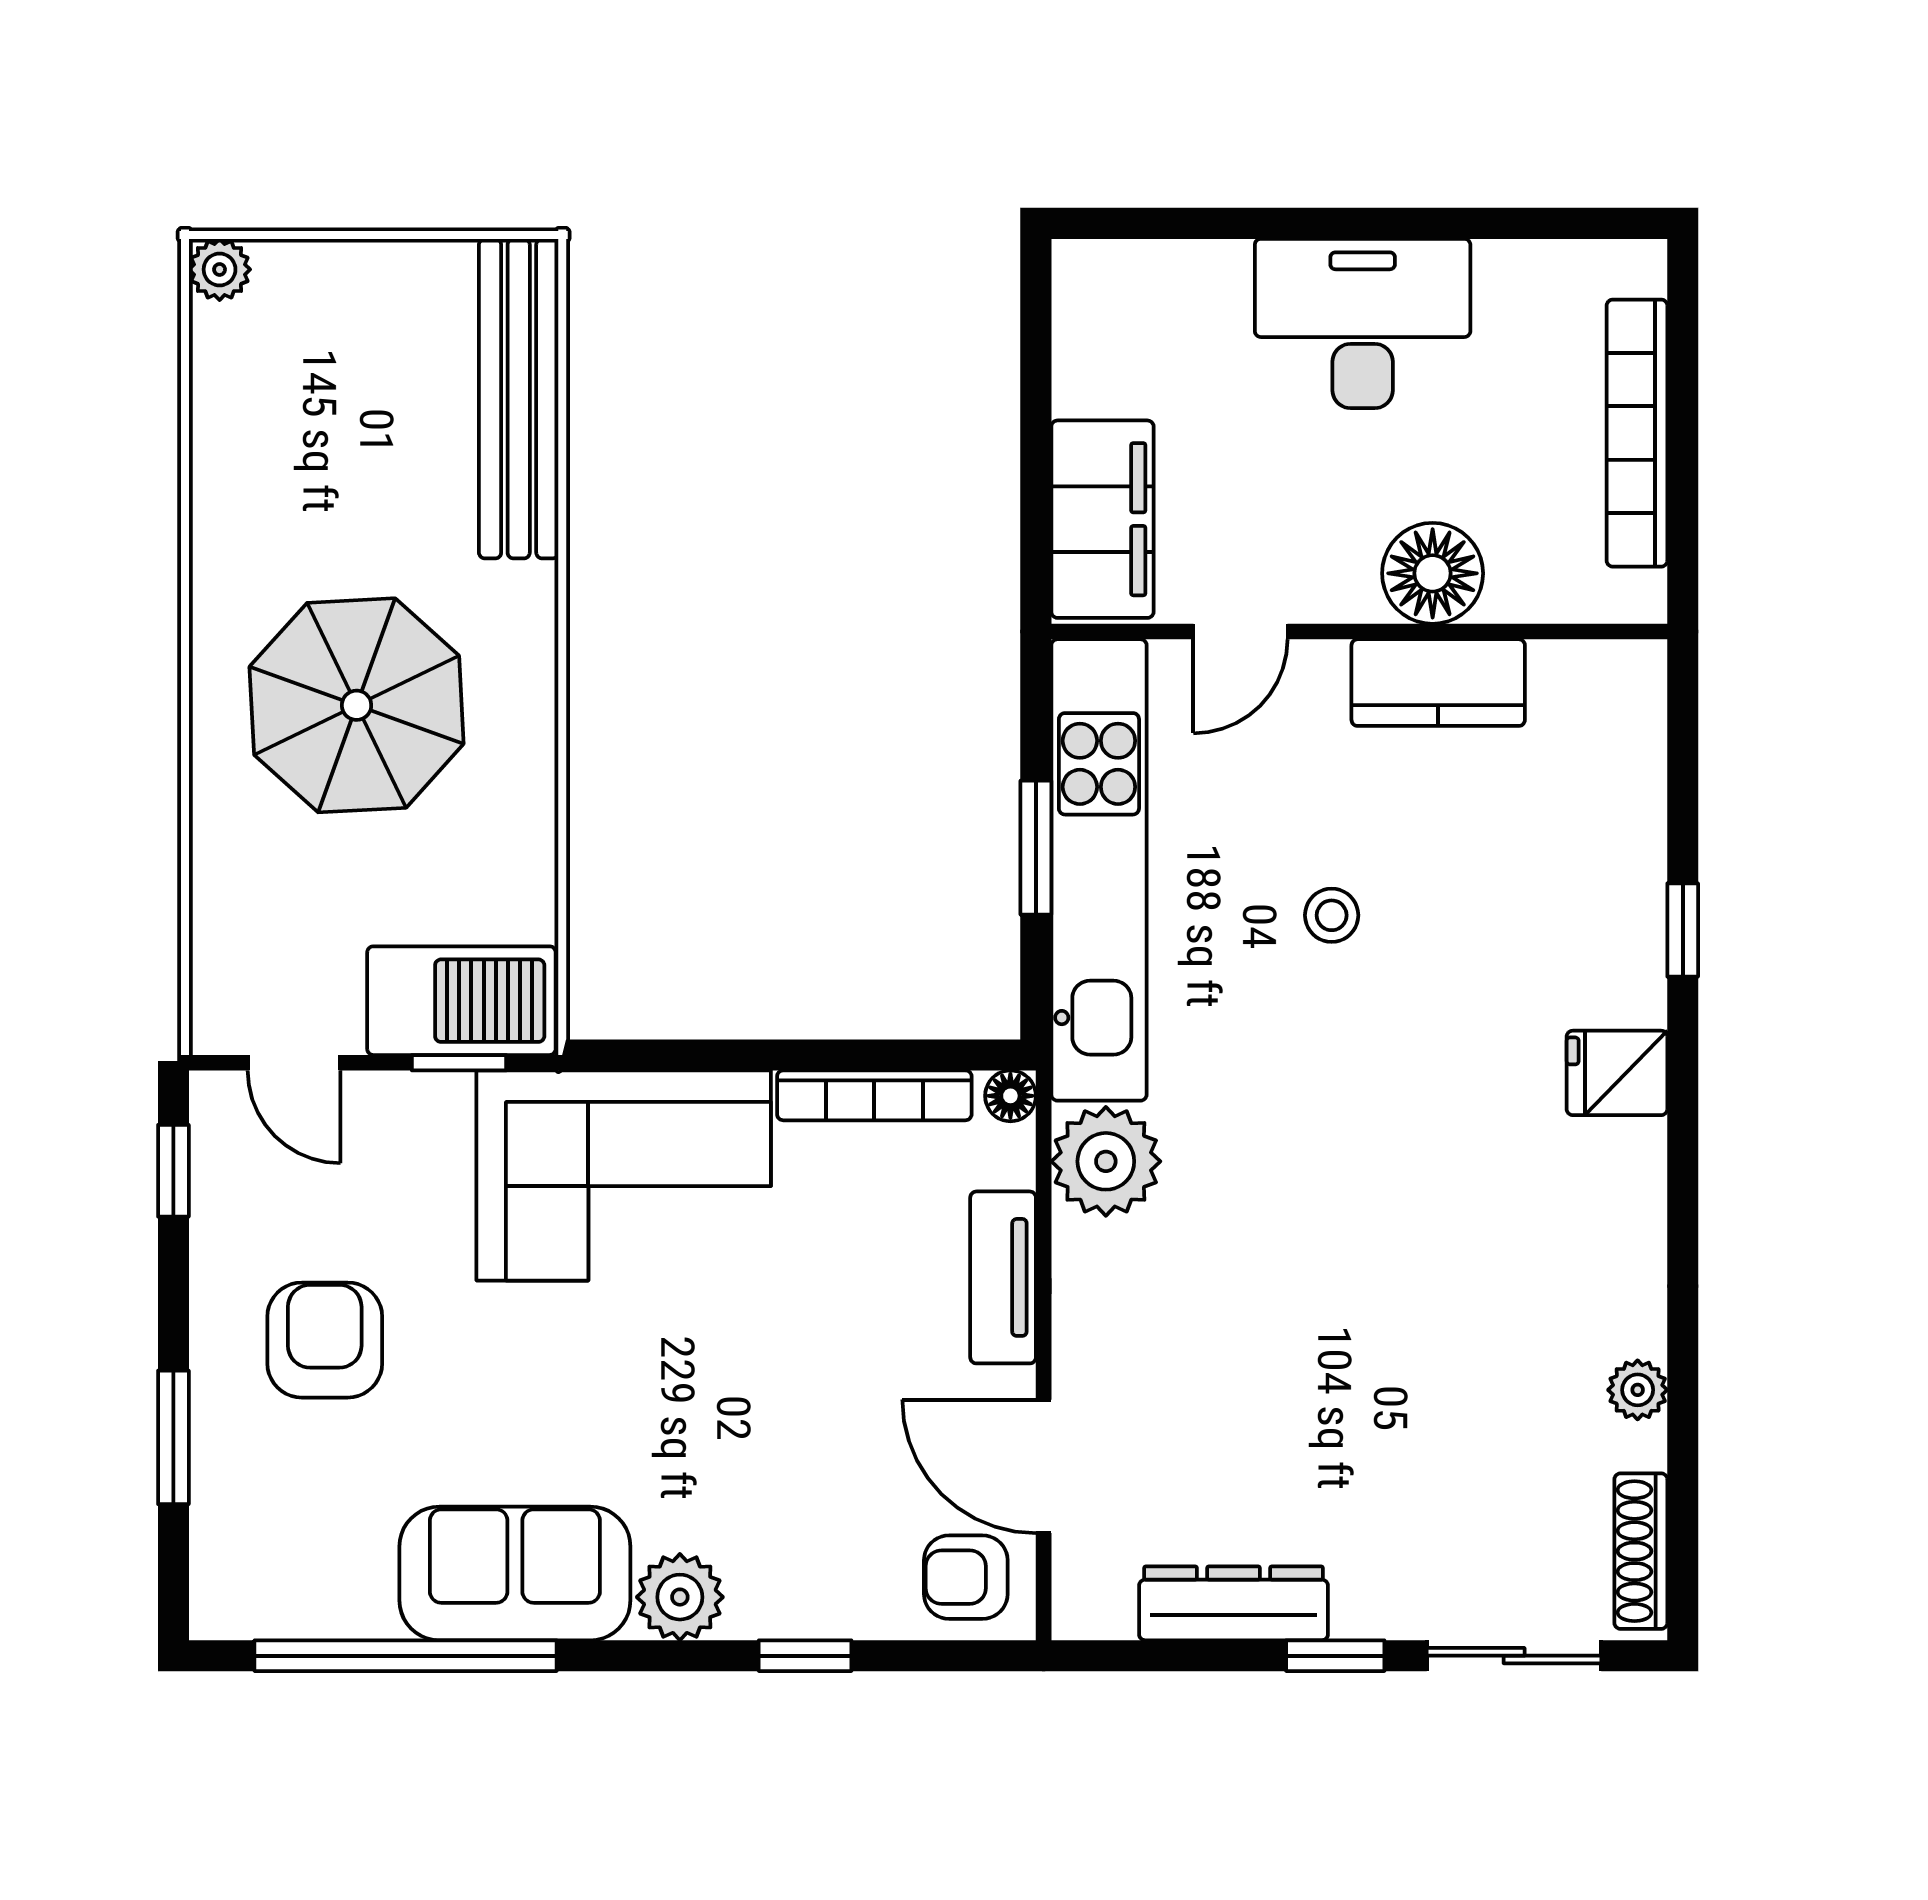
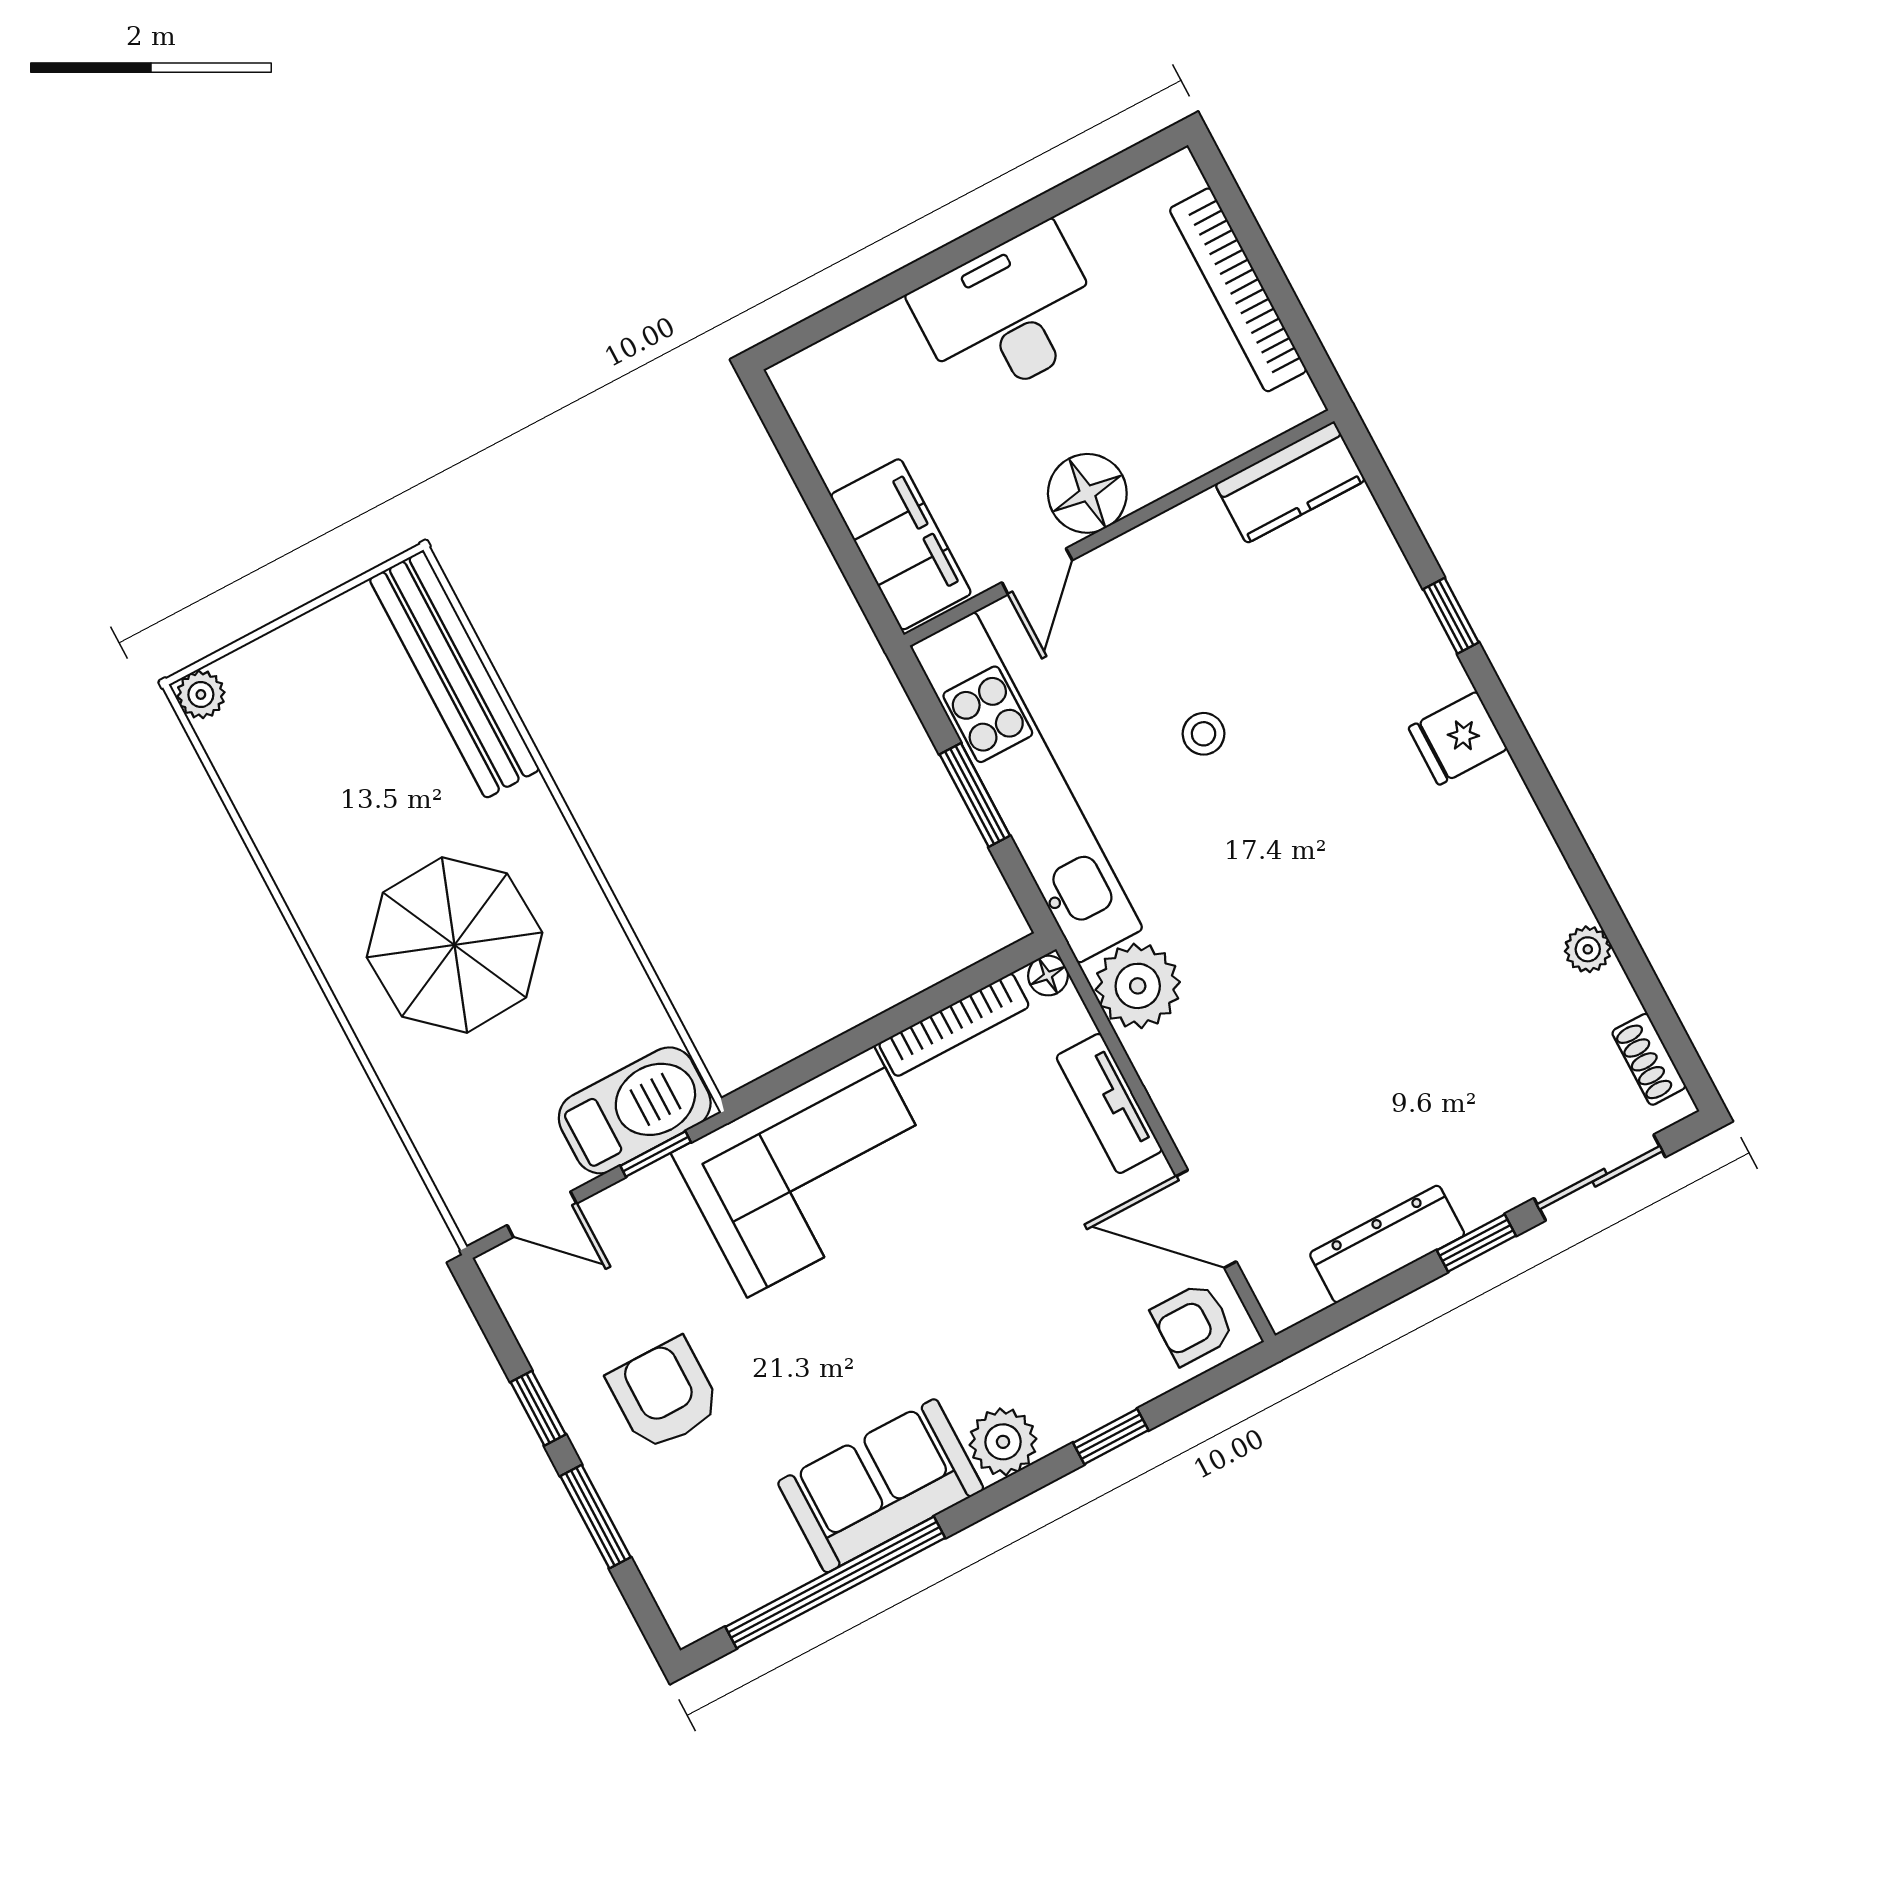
floor lamp: (1433, 573) -> (1087, 493), moved
kitchen counter: (1438, 683) -> (1290, 482), moved
window: (173, 1171) -> (538, 1408), moved
shoe rack: (1641, 1551) -> (1649, 1059), width x0.70

